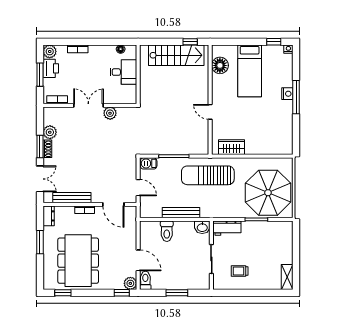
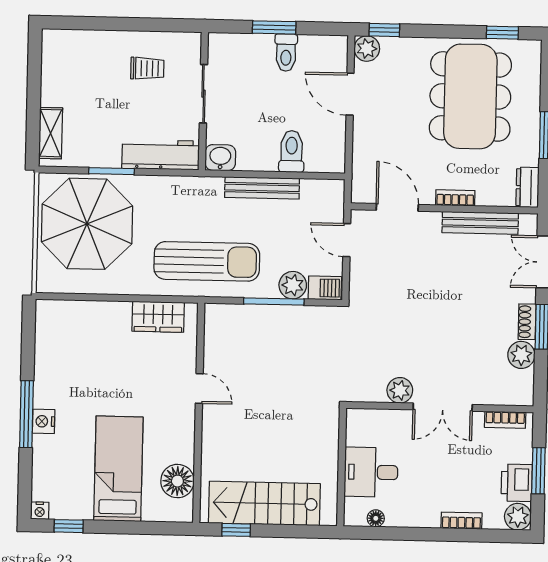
plant: (165, 164) -> (293, 285), added
workbench: (227, 228) -> (161, 155), width x1.38
shelving: (287, 277) -> (51, 133), moved
toilet: (145, 280) -> (286, 53), moved

